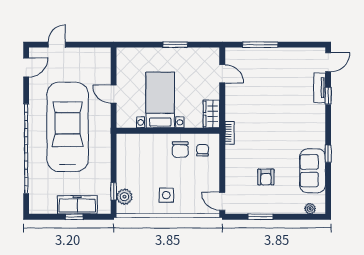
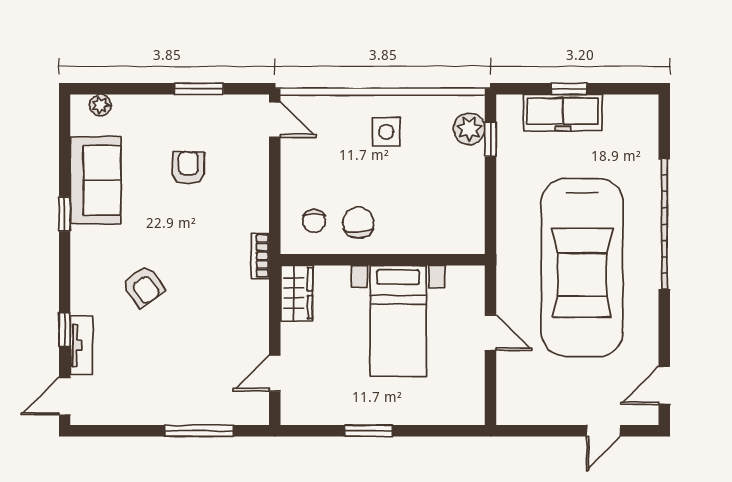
door: (222, 74) -> (275, 373), hinge flipped
armchair: (288, 117) -> (143, 286), added
garage door: (26, 149) -> (664, 224), width x0.73

